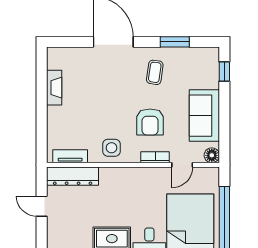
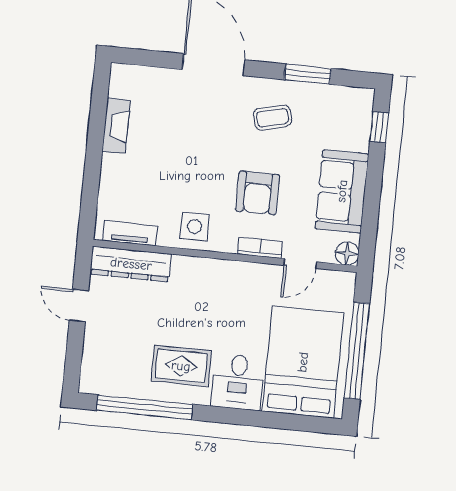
coffee table: (155, 72) -> (272, 118), turned 68

